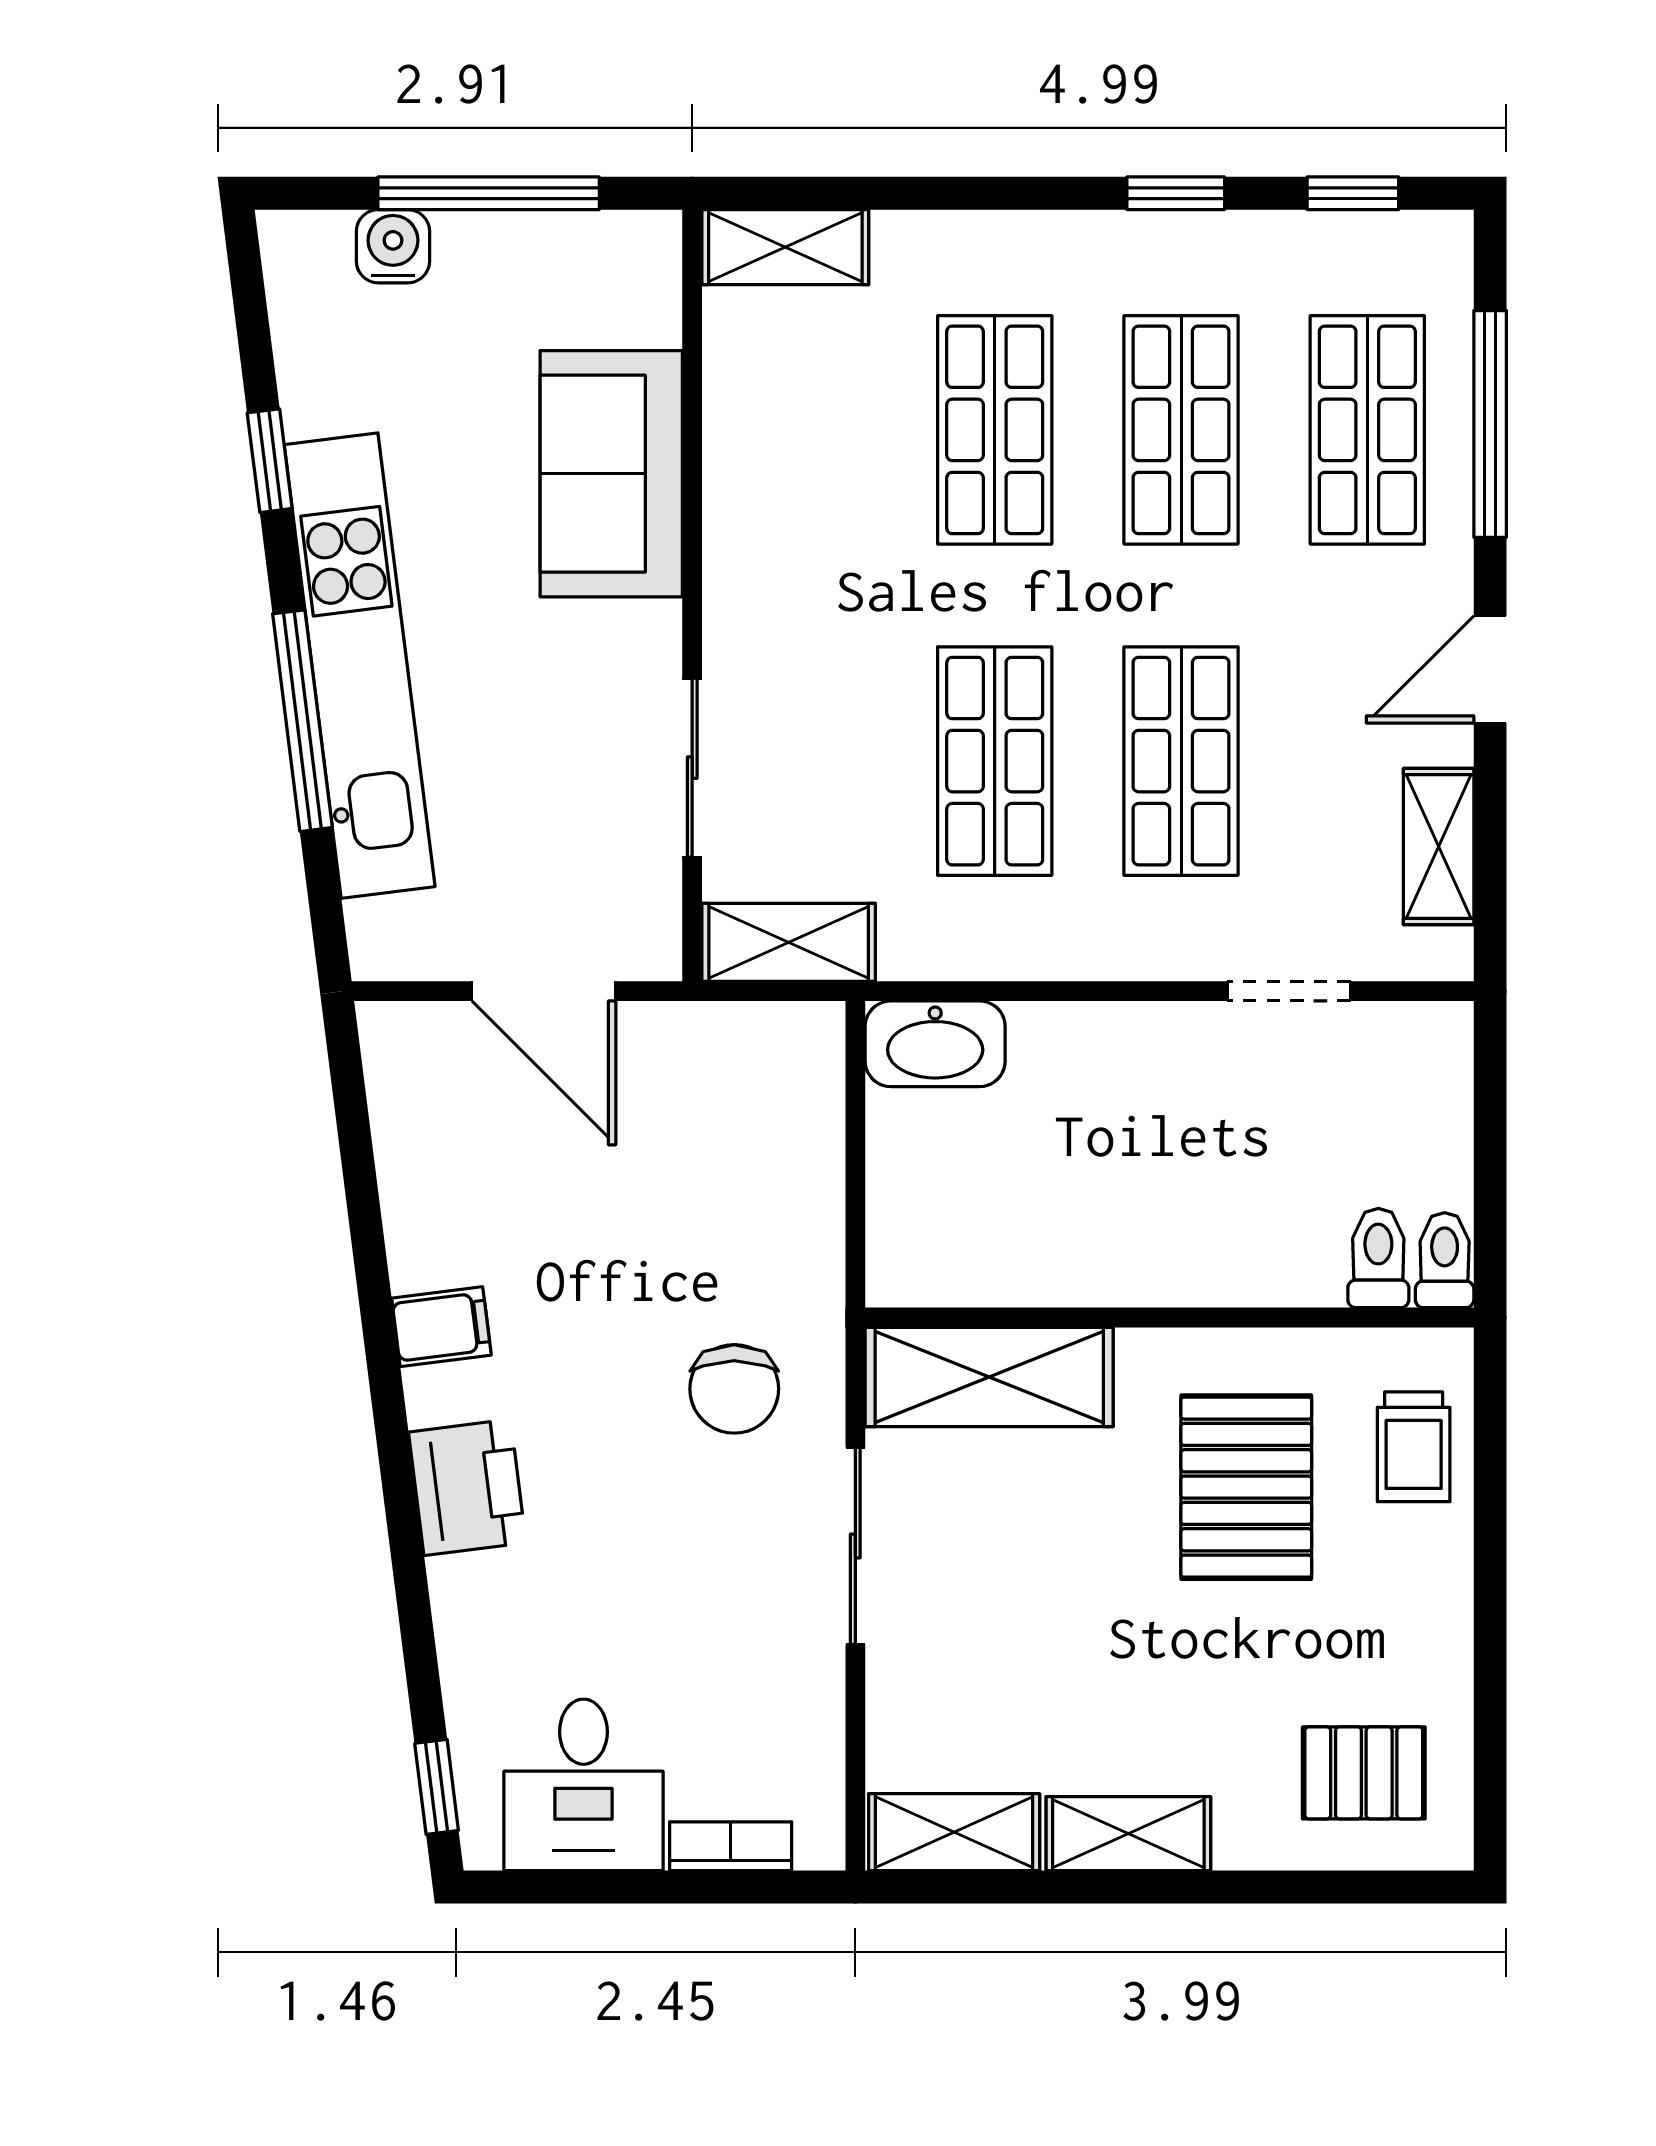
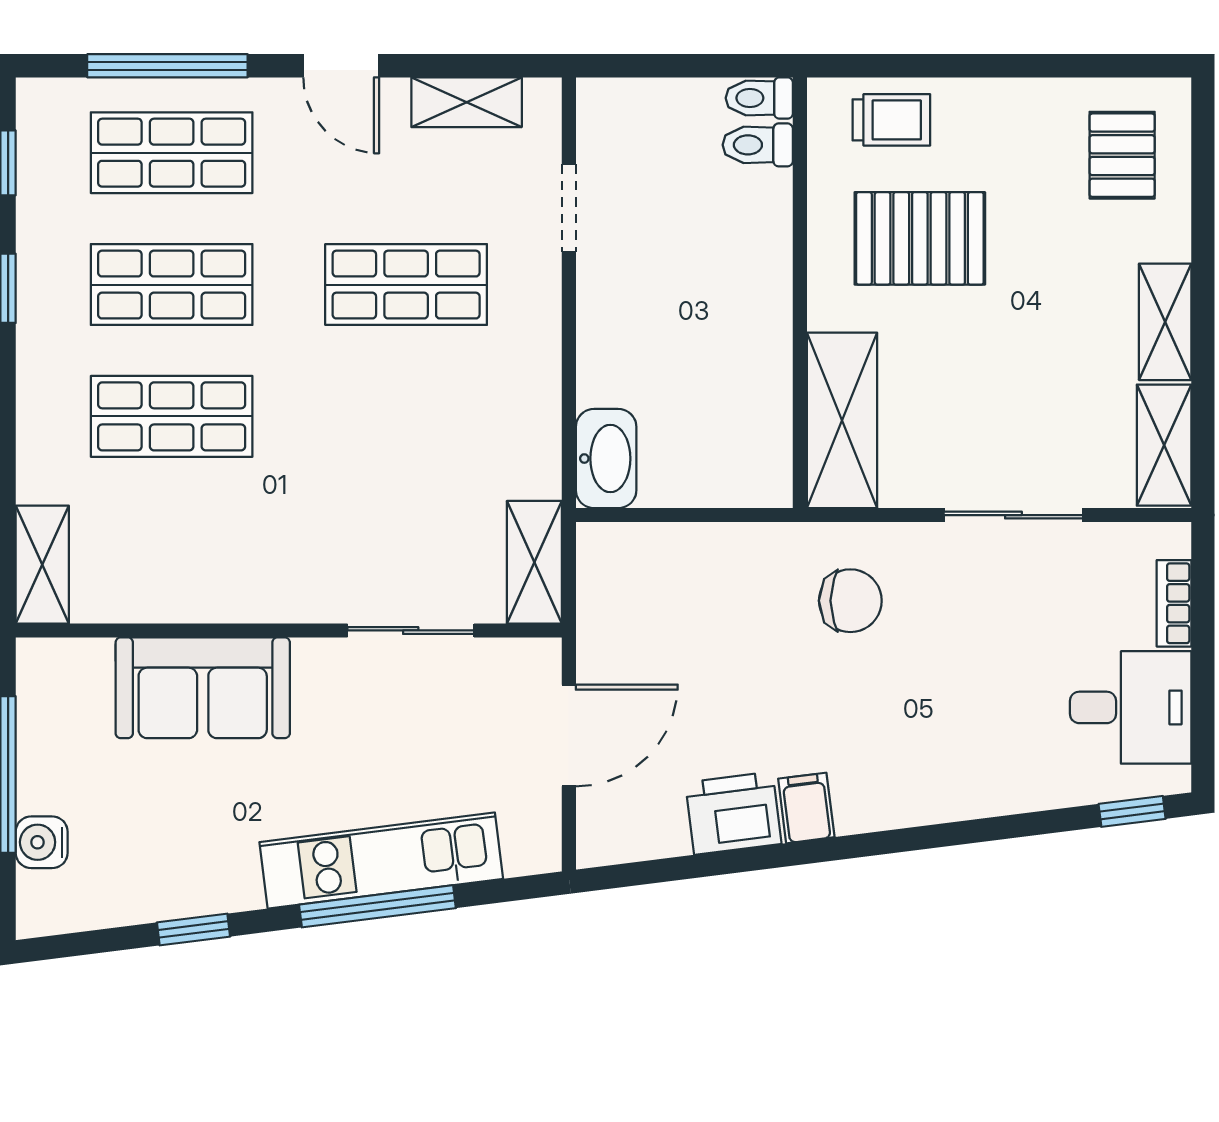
kitchen unit: (360, 666) -> (381, 861), width x0.73
shop shelf: (995, 761) -> (406, 416), removed
printer: (467, 1487) -> (733, 813), moved
sliding door: (855, 1546) -> (1013, 515), moved

